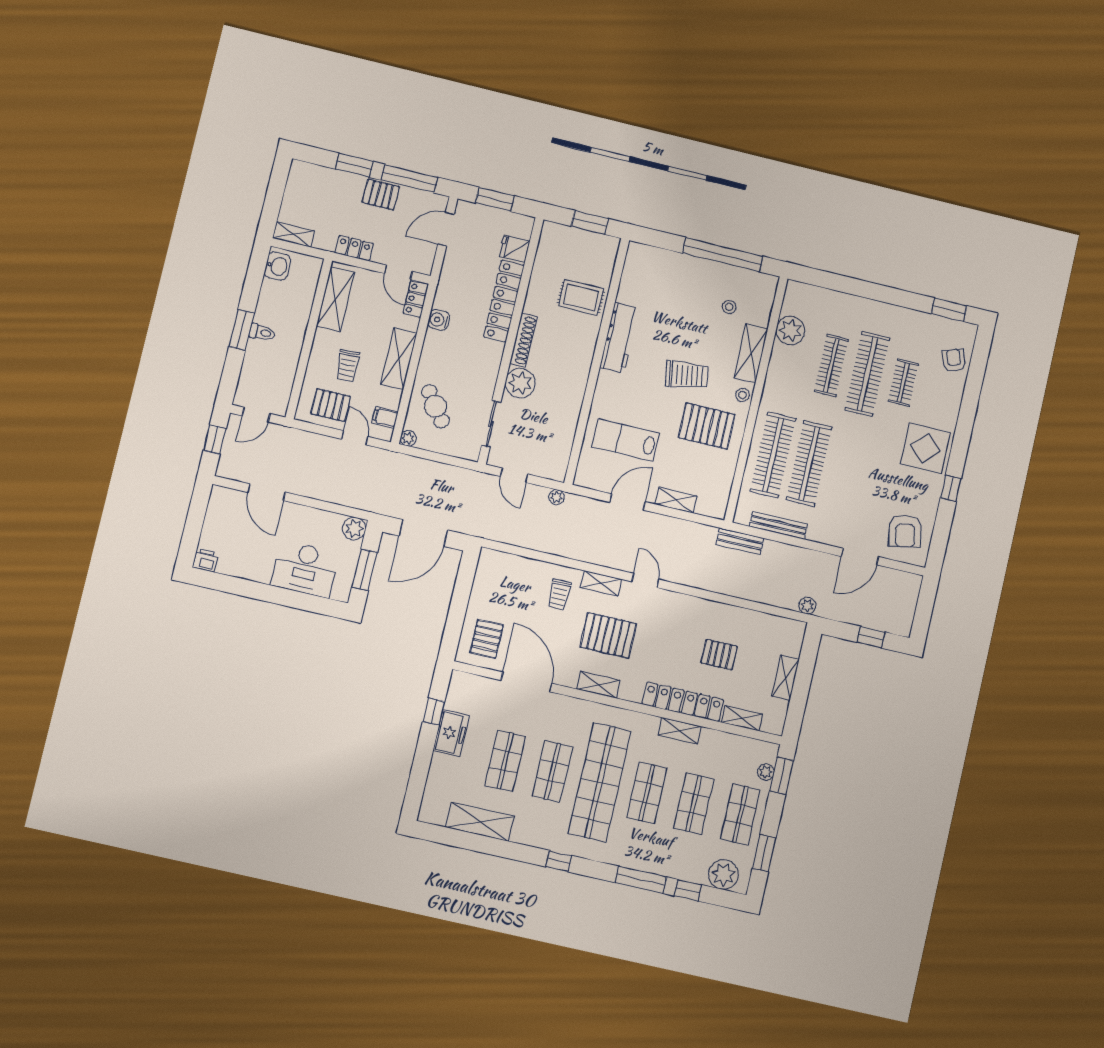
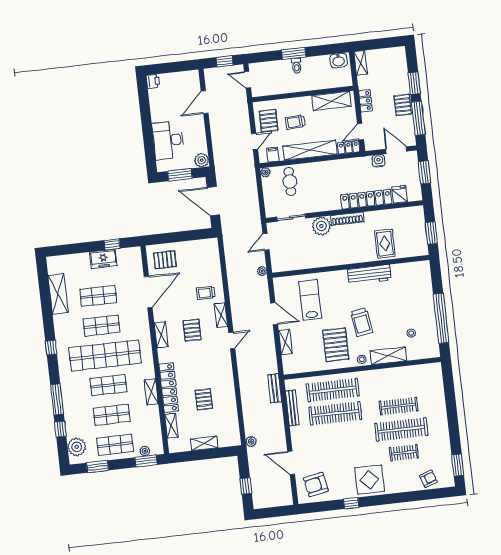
water cooler: (439, 320) -> (378, 161), moved
plant: (790, 330) -> (411, 374), removed
shelving: (399, 359) -> (310, 150), width x1.47
cafe table: (435, 406) -> (290, 181), turned -54
pallet: (608, 635) -> (192, 330), width x0.67, depth x0.71

